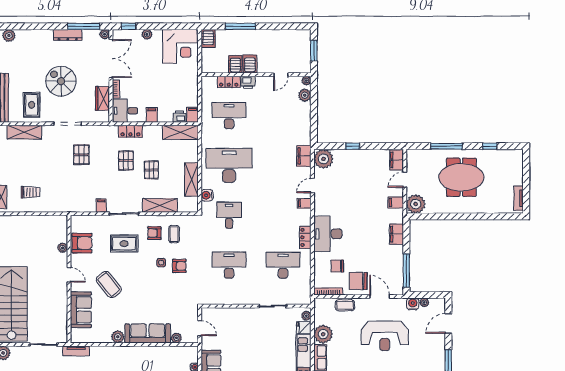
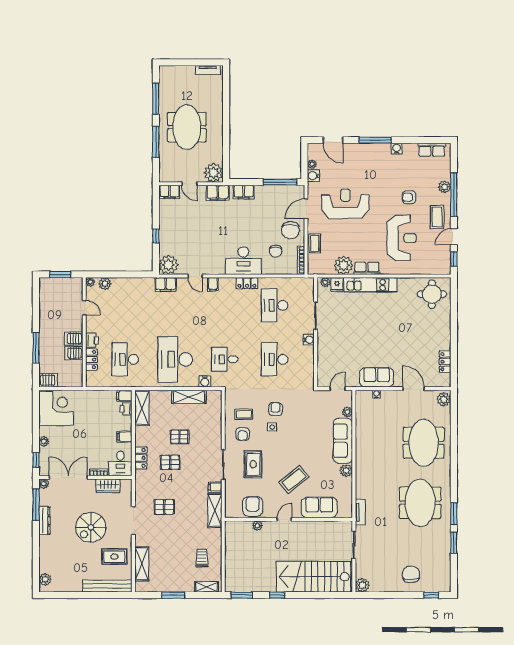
window: (490, 146) -> (156, 99), width x2.17
filing cabinet: (396, 202) -> (218, 193), width x2.00
shelving: (160, 205) -> (215, 510), moved
water cooler: (249, 299) -> (309, 340), added
reception desk: (385, 336) -> (345, 204), turned -90

